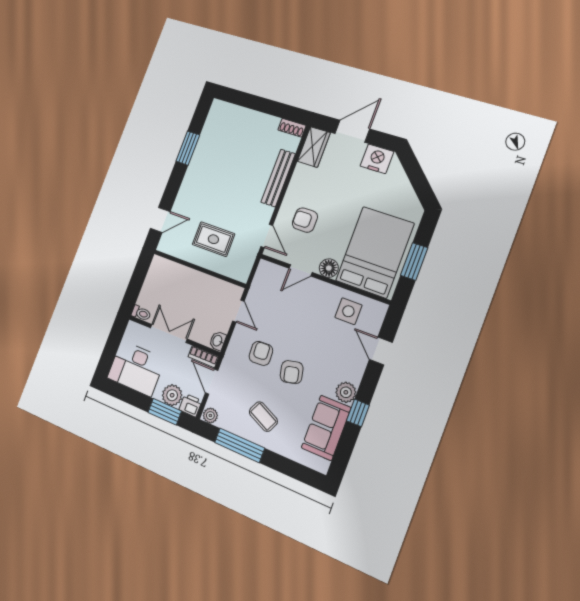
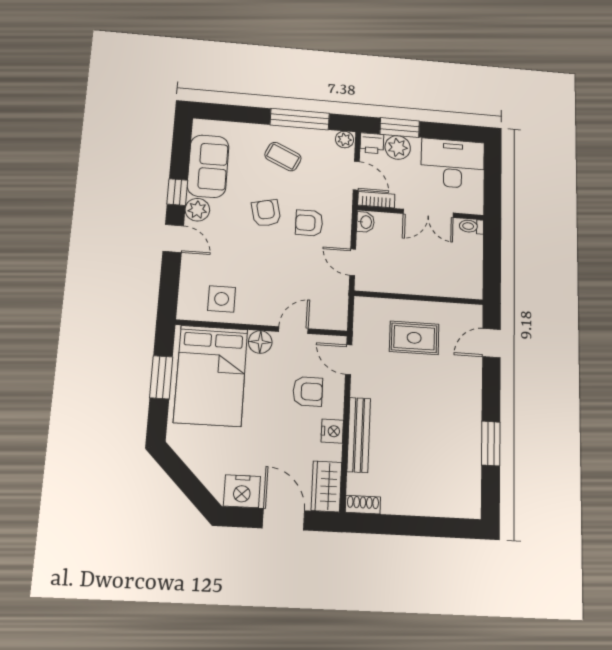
door: (352, 131) -> (284, 519), swing flipped
nightstand: (296, 186) -> (332, 431), added
door: (381, 351) -> (173, 238), moved
armchair: (261, 353) -> (309, 223), turned 93

